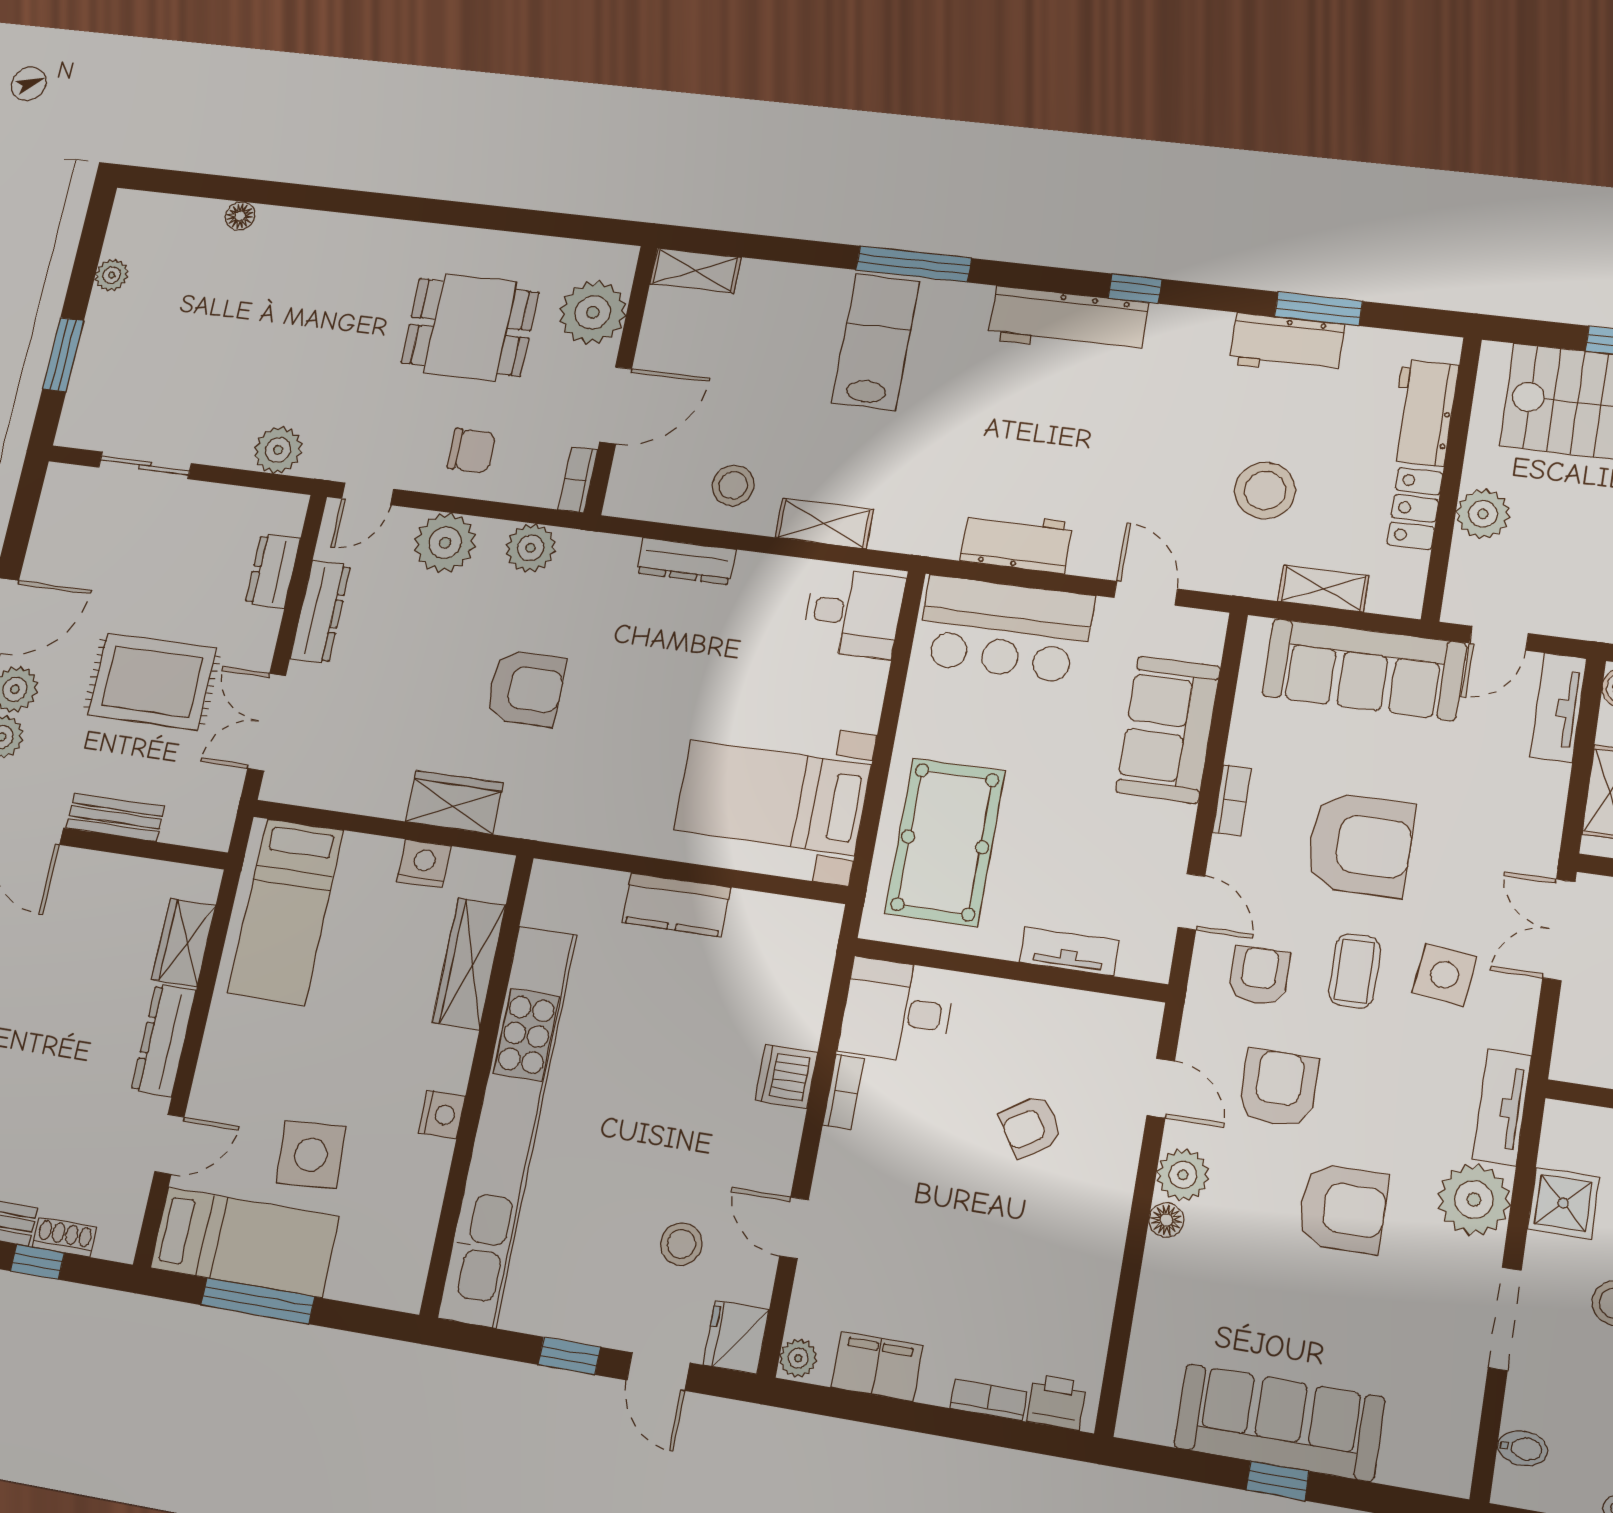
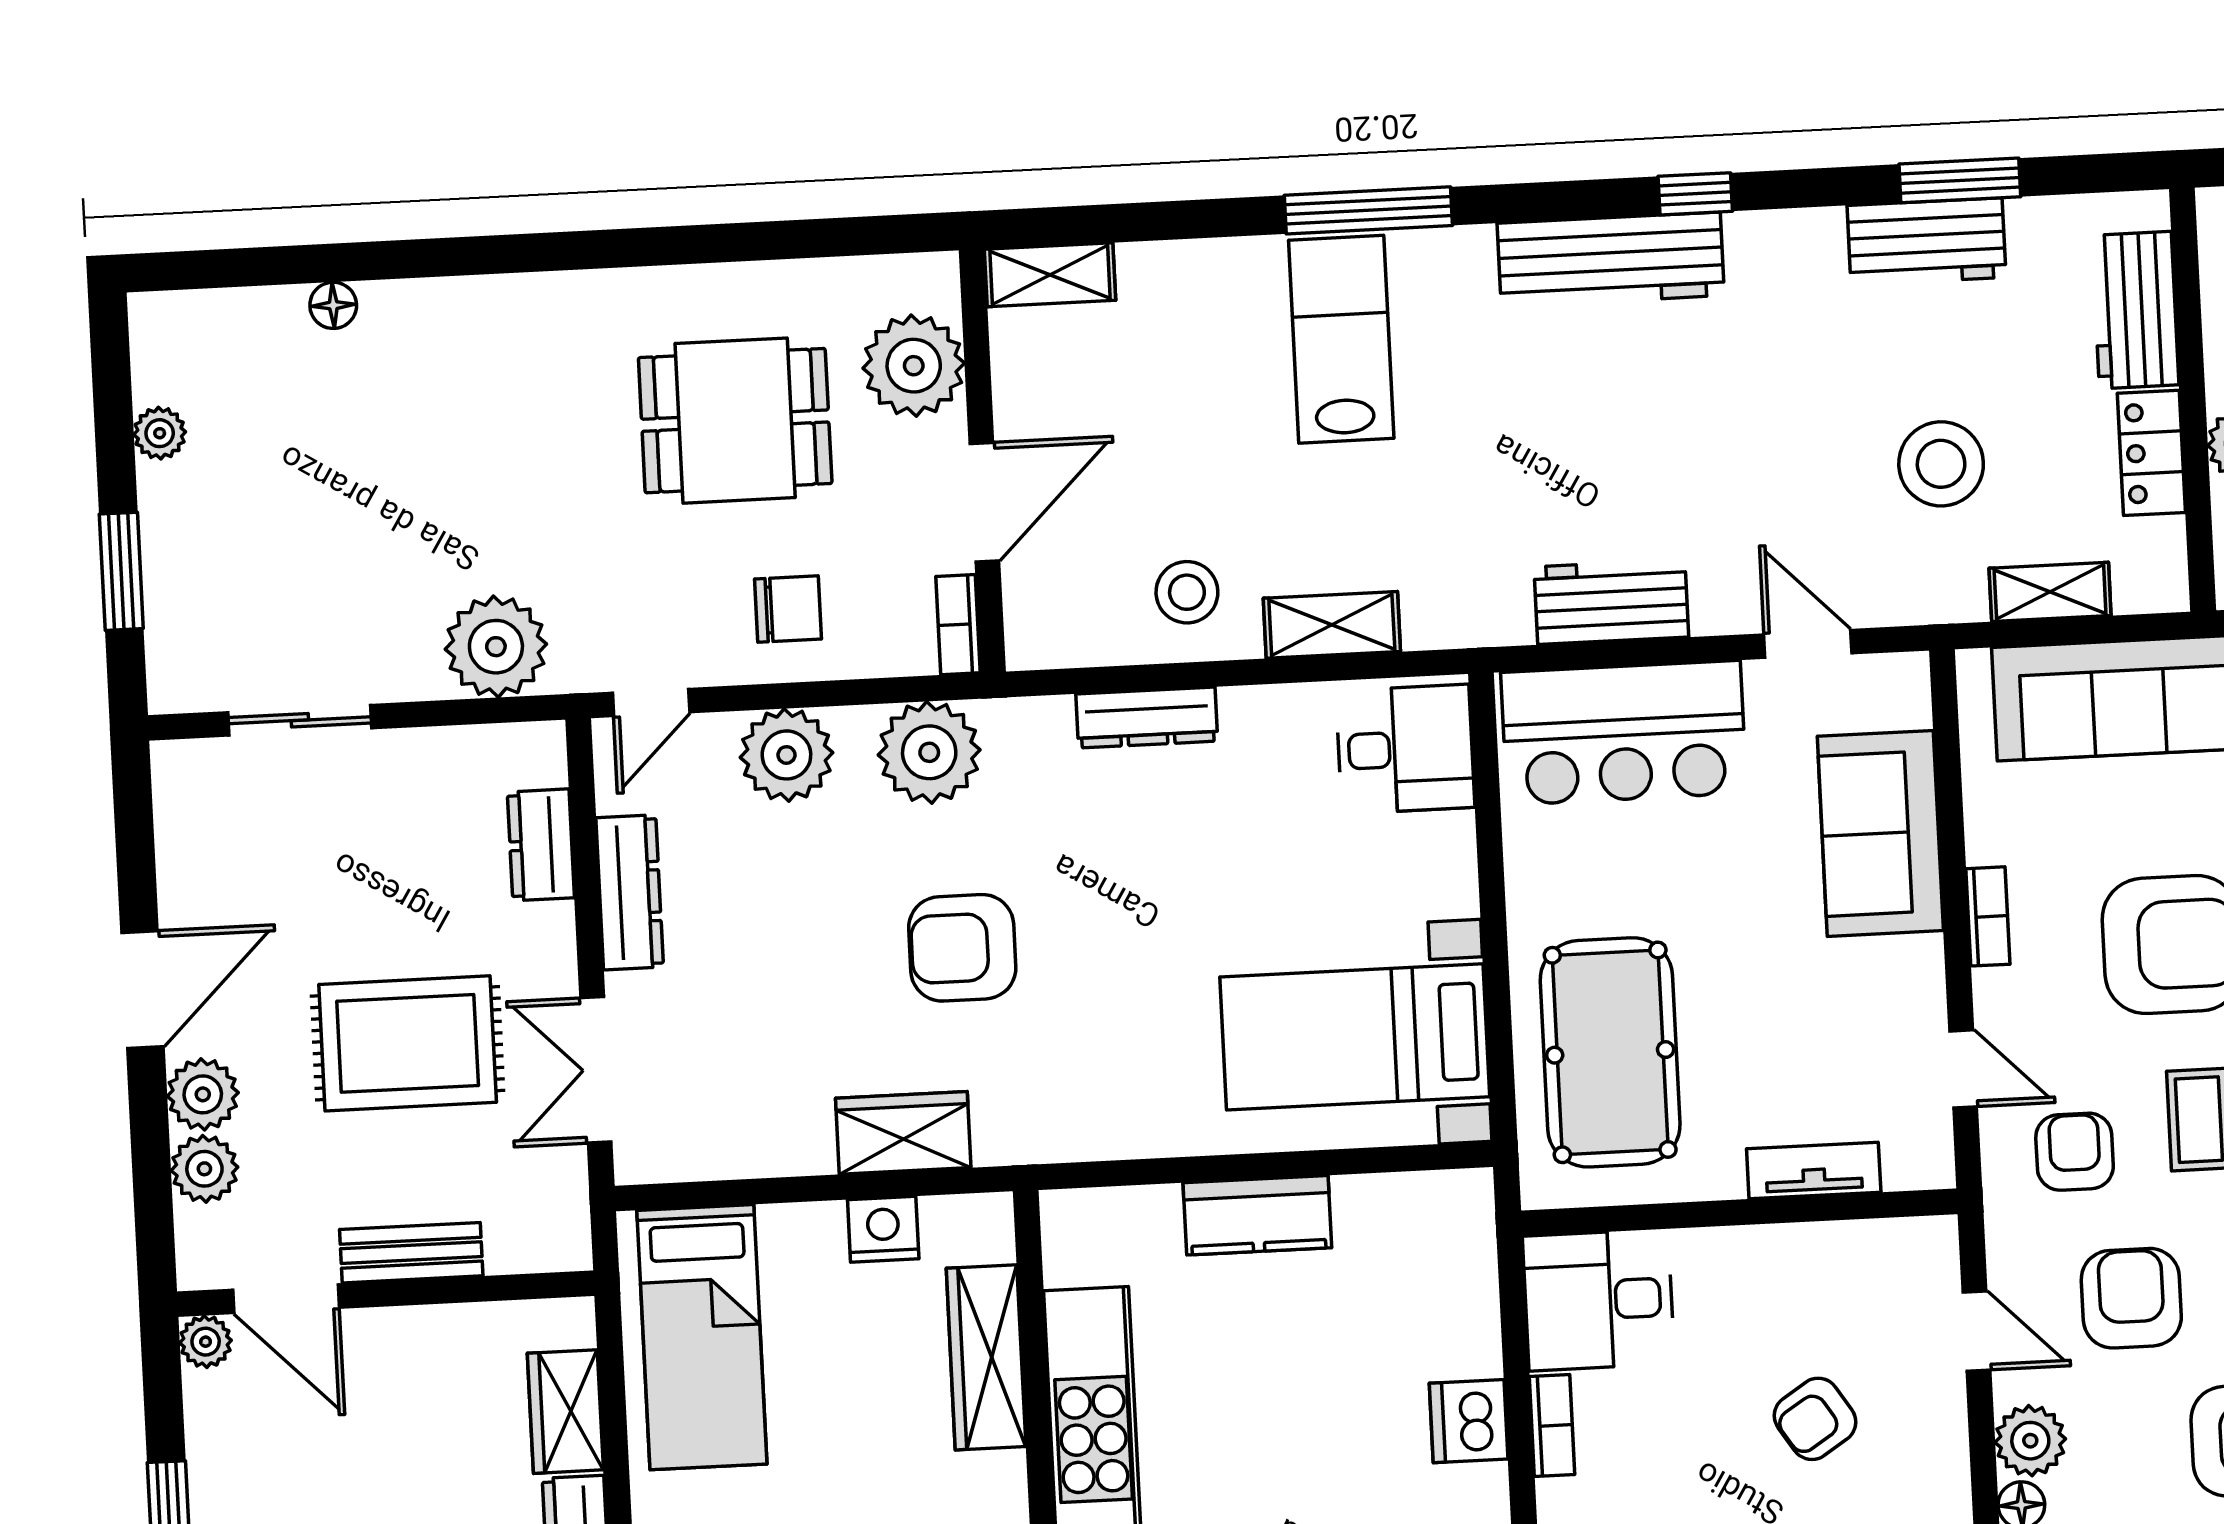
plant: (278, 450) -> (496, 647), width x1.36, depth x1.36
plant: (531, 548) -> (929, 752), width x1.36, depth x1.36
armchair: (525, 688) -> (962, 948), turned 180

